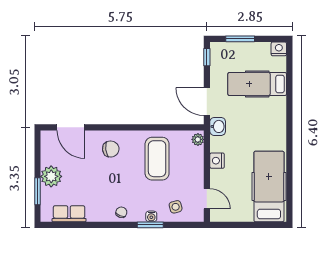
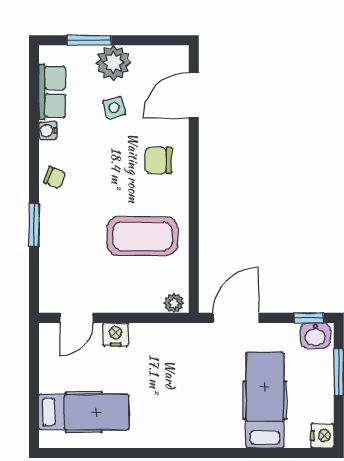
washbasin: (218, 126) -> (315, 336), moved
chair: (111, 149) -> (158, 160), turned 97
nightstand: (217, 161) -> (116, 334), moved
hospital bed: (269, 186) -> (84, 412), width x0.73, depth x0.78
side table: (176, 207) -> (114, 108), moved
water cooler: (151, 216) -> (48, 131), moved

